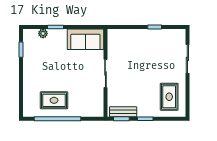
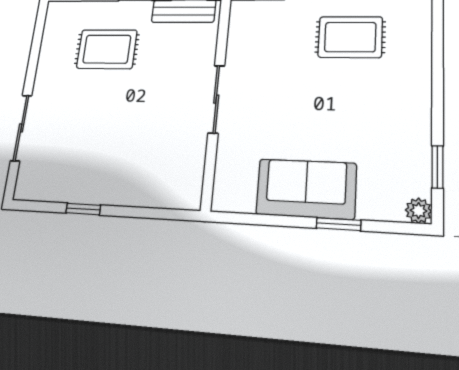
plant: (43, 33) -> (419, 211), moved
sofa: (85, 39) -> (306, 189), moved
rug: (169, 97) -> (107, 49), moved, turned 90

